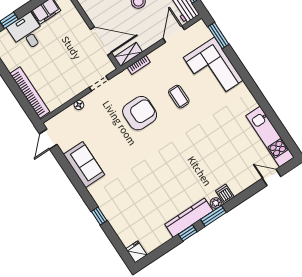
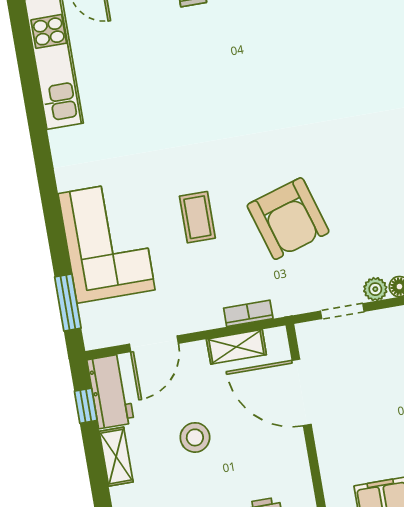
shelving: (128, 54) -> (236, 347), moved
plant: (89, 99) -> (375, 289), added
armchair: (140, 113) -> (288, 219), turned -107

